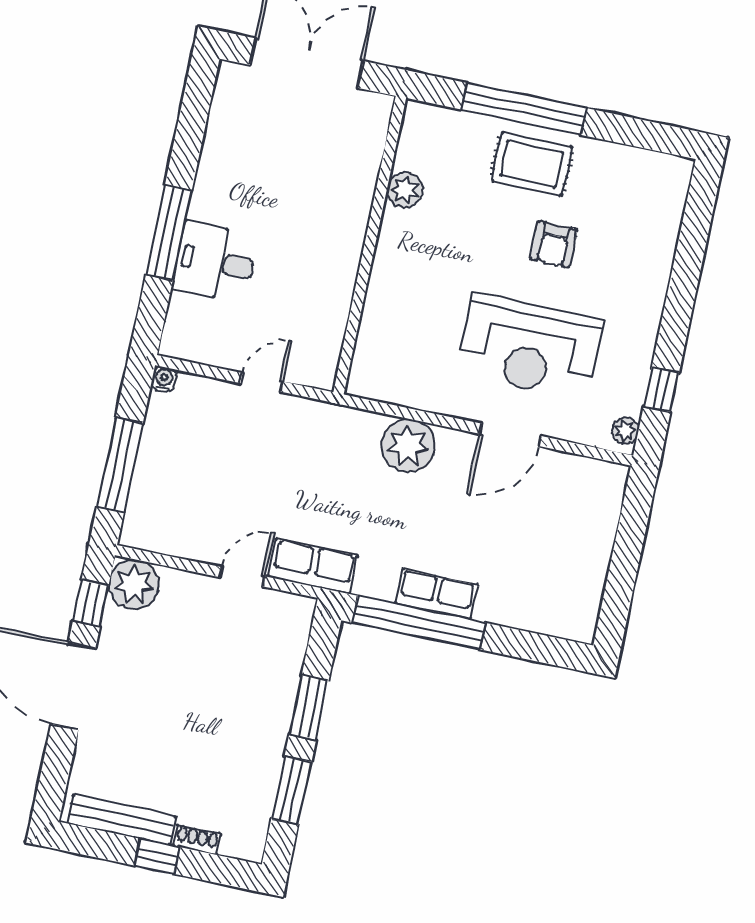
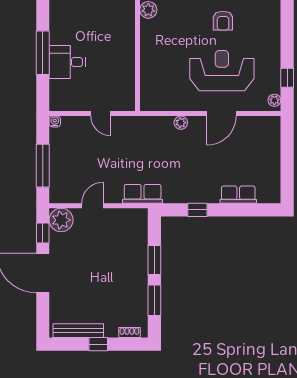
reception desk: (530, 347) -> (222, 71), turned 180
door: (262, 382) -> (101, 113), swing flipped
plant: (408, 446) -> (181, 123), width x0.53, depth x0.53
door: (242, 577) -> (93, 206), moved
row of seats: (437, 594) -> (238, 195), moved
window: (419, 623) -> (197, 210), width x0.32
shoe rack: (197, 840) -> (129, 332), moved

